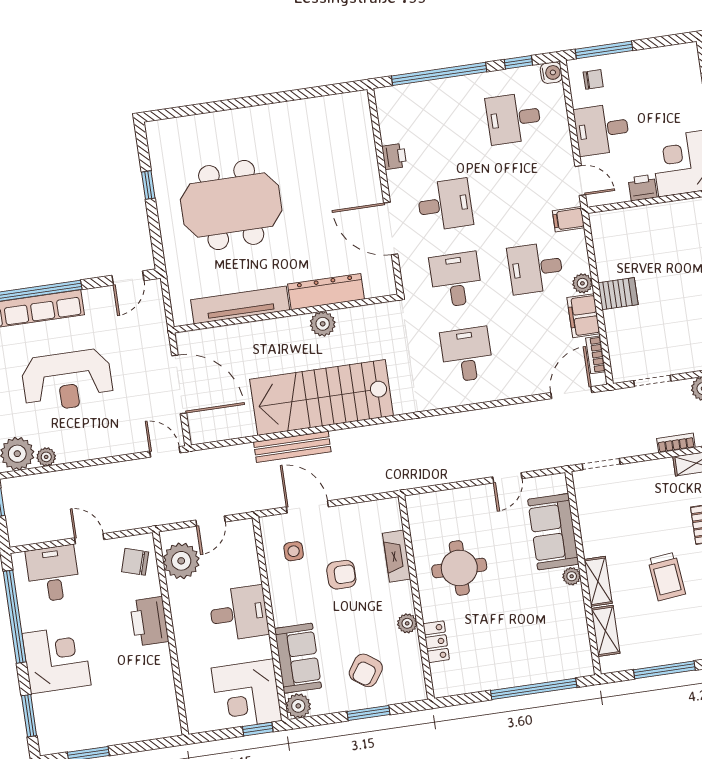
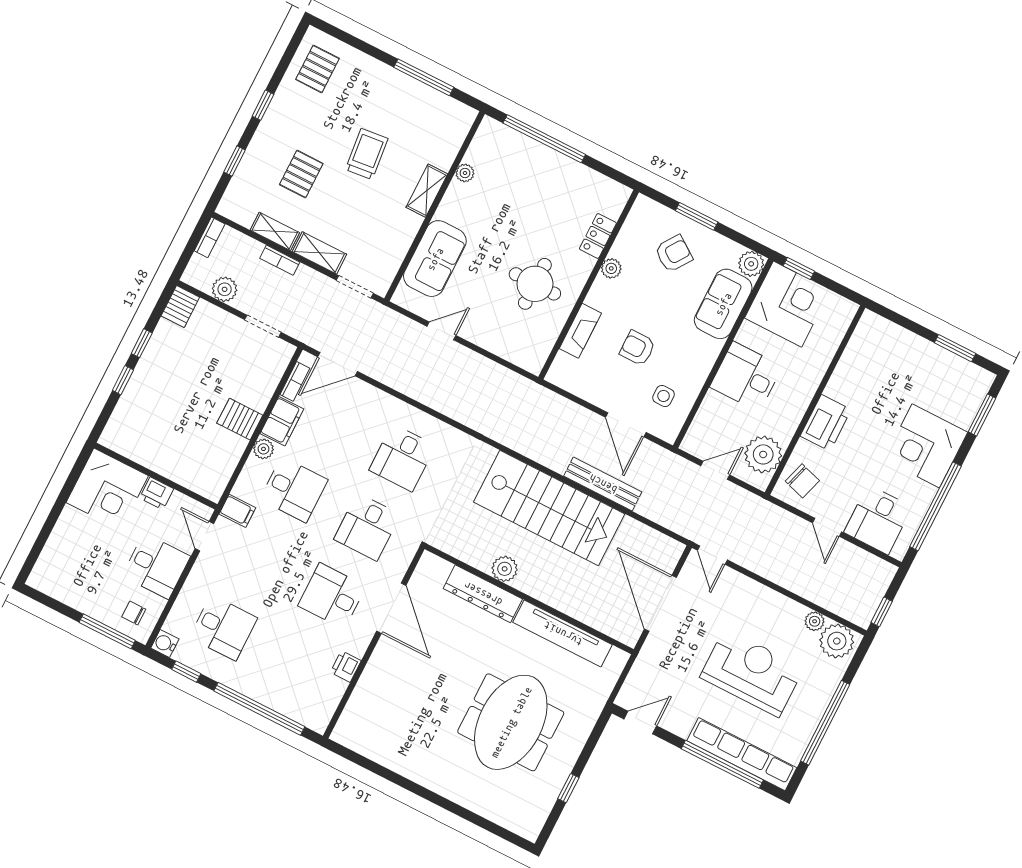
meeting table: (231, 205) -> (511, 722), turned 90
plant: (572, 576) -> (465, 173), moved
shelving: (605, 631) -> (319, 253), moved, turned 90

